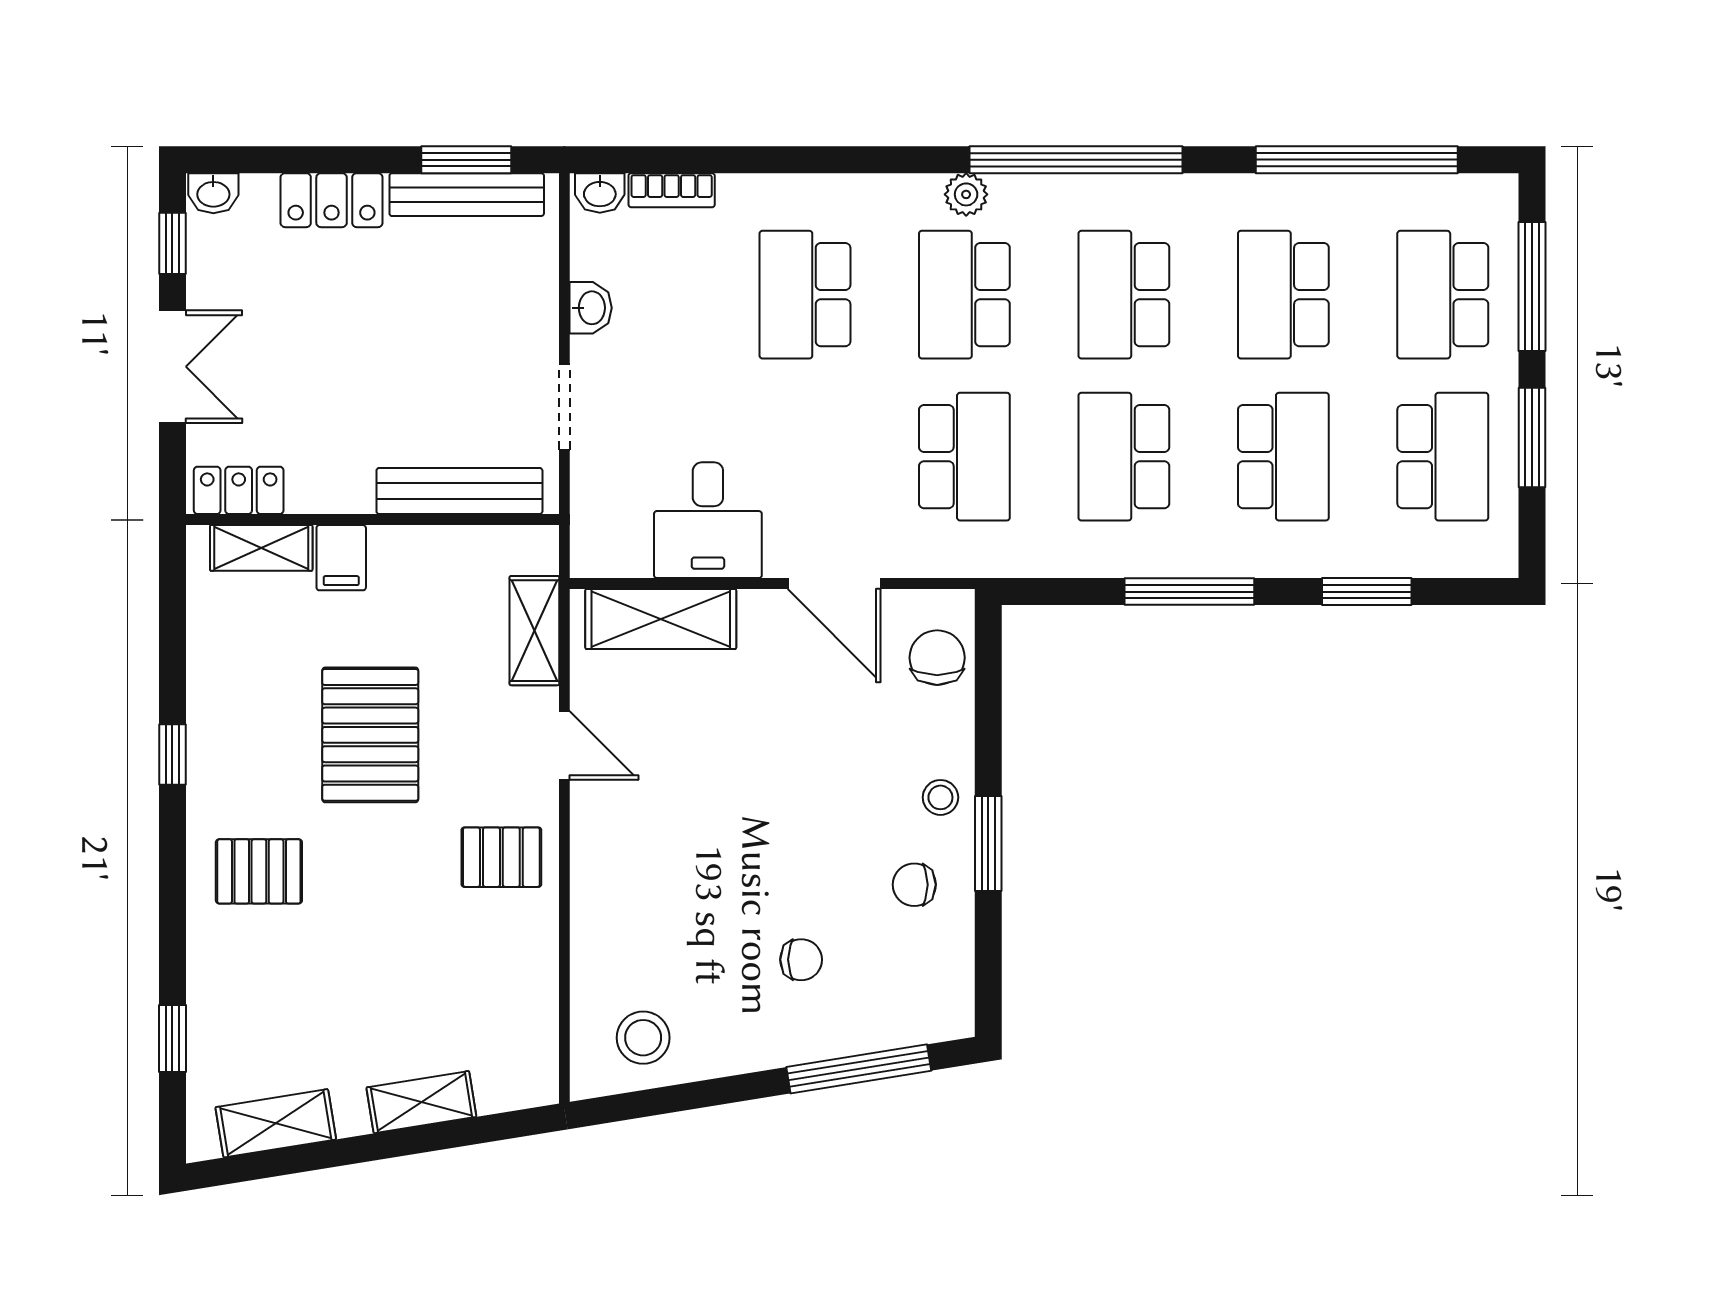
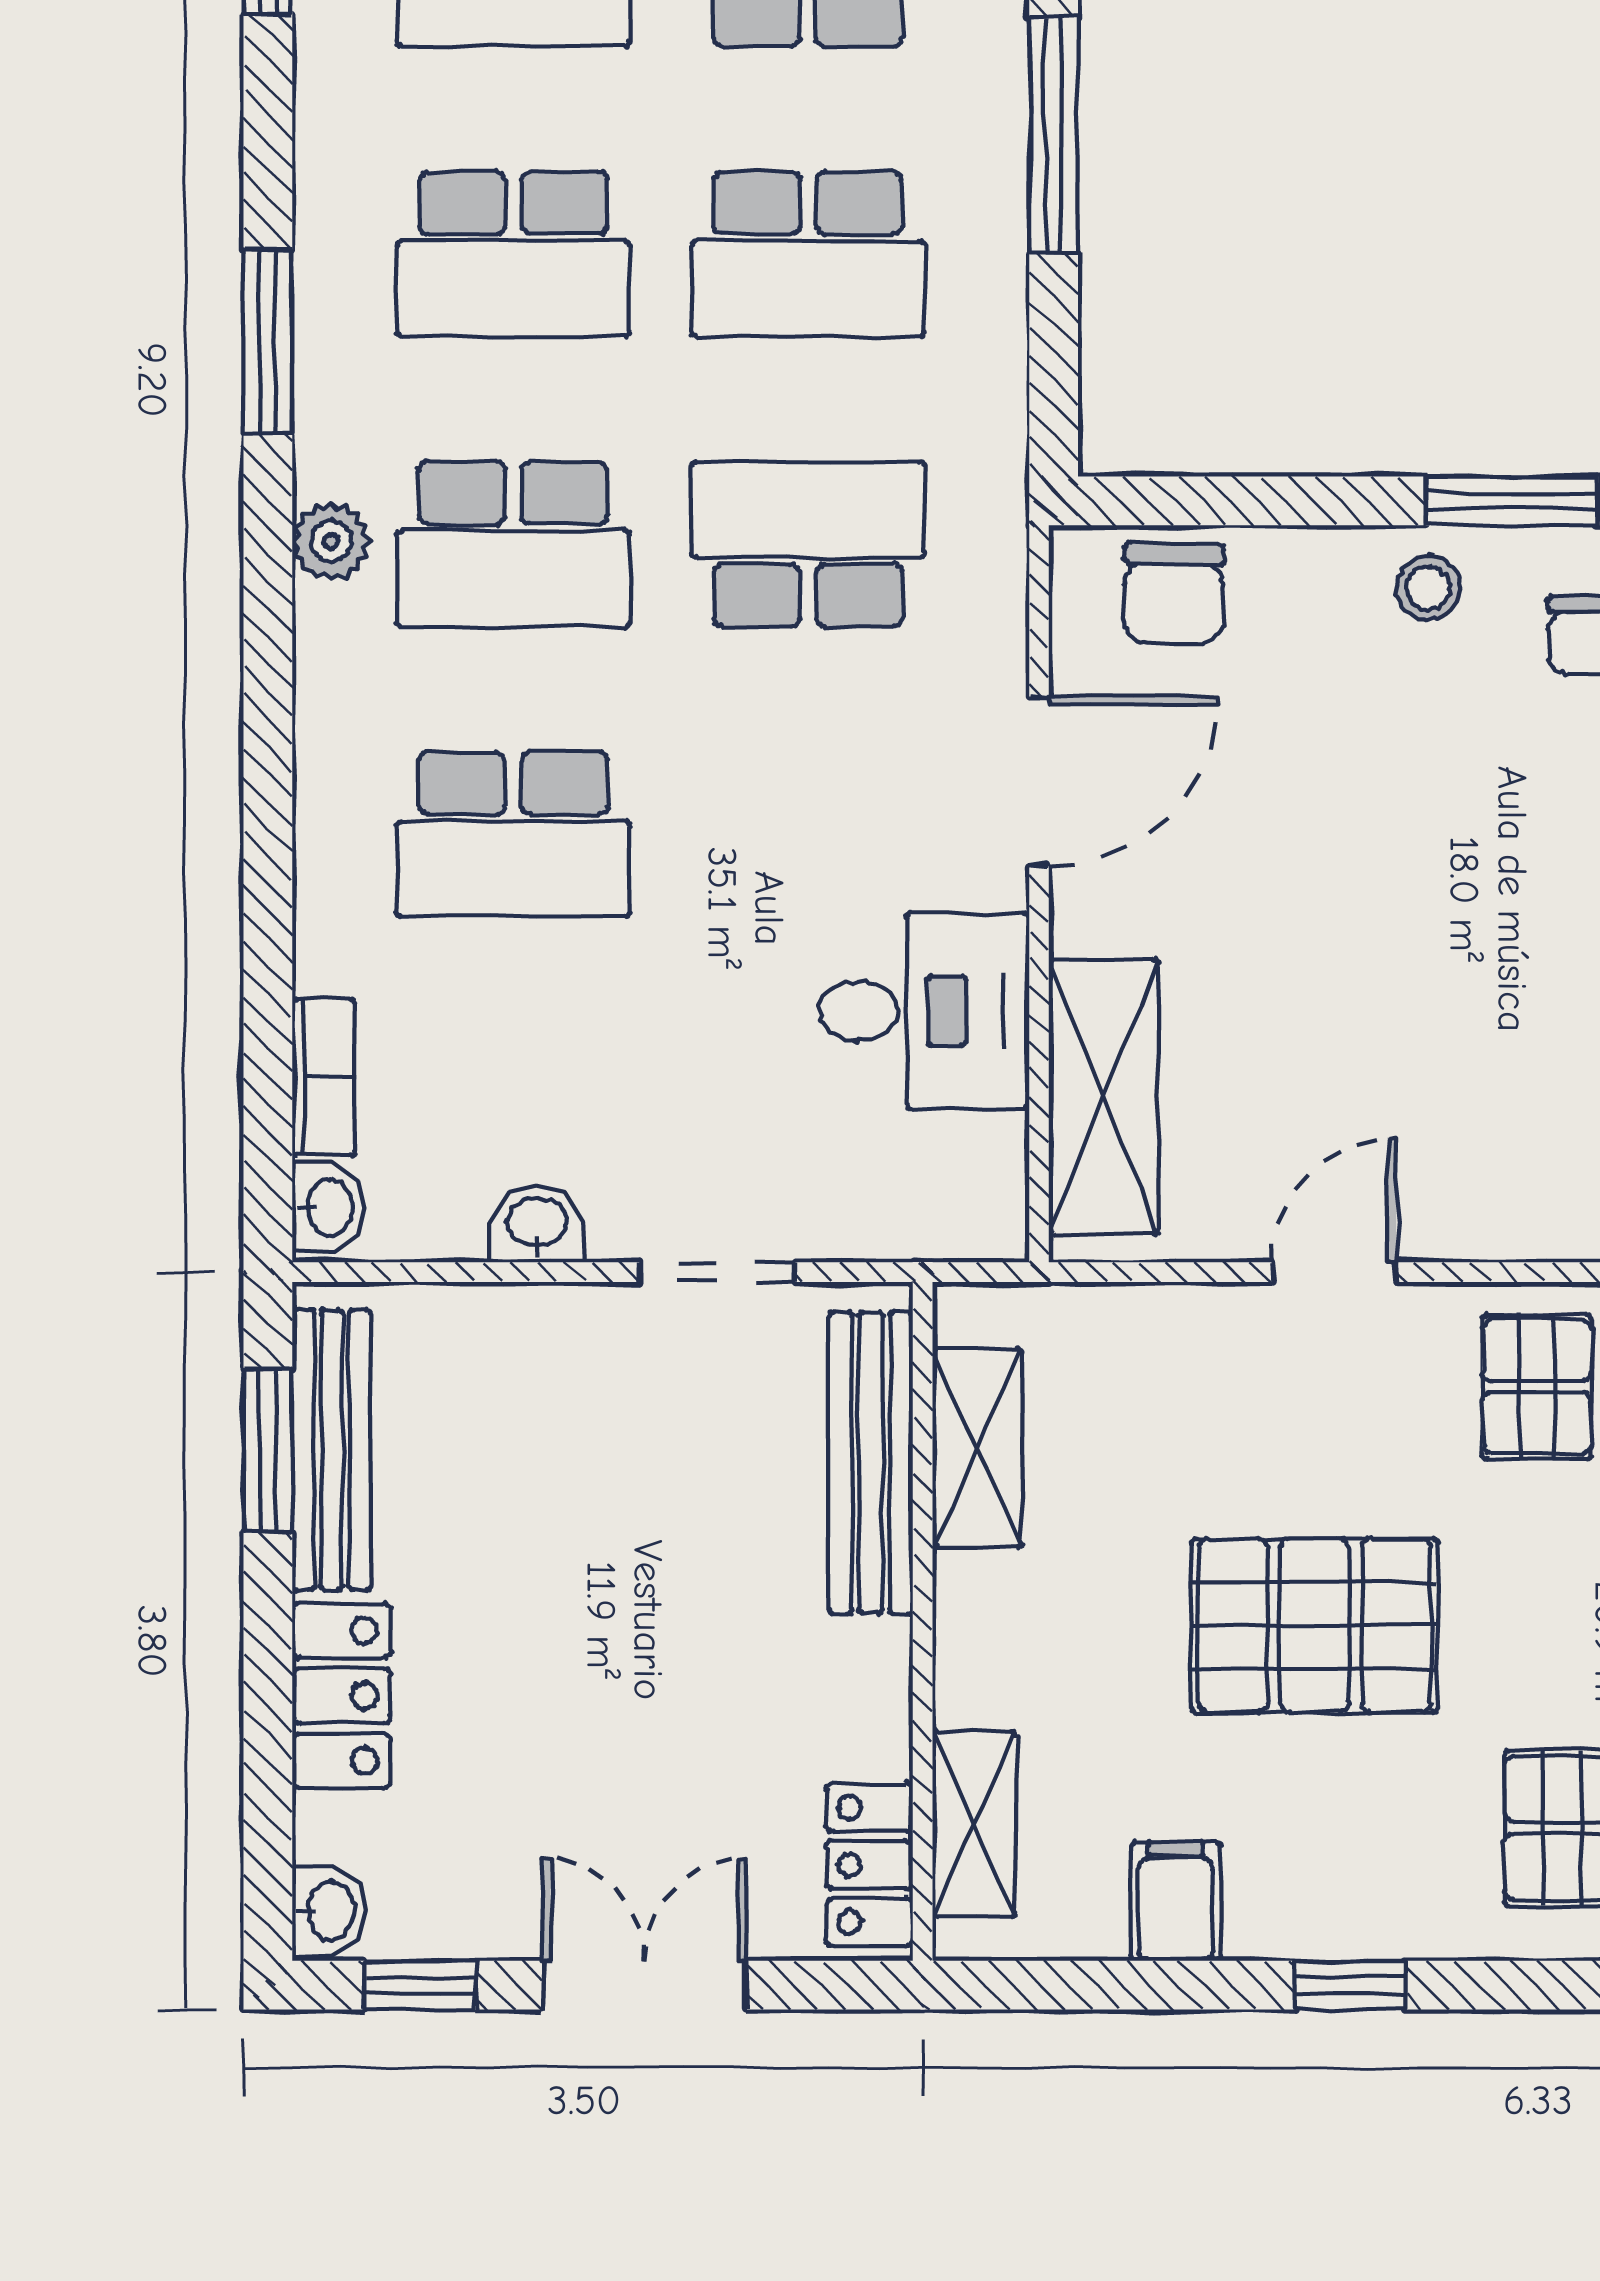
window: (1076, 160) -> (268, 341), width x0.47
filing cabinet: (341, 558) -> (1176, 1901), moved, turned -90
shelving: (534, 631) -> (977, 1448), moved, turned 90
chair: (937, 658) -> (1174, 594), turned -89

